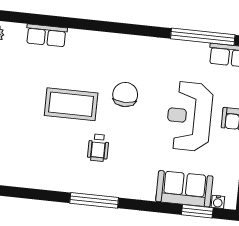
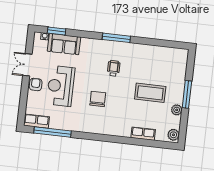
chair: (125, 95) -> (98, 99), turned 180
coffee table: (71, 104) -> (150, 93), moved
reception desk: (189, 116) -> (61, 86), turned 180

